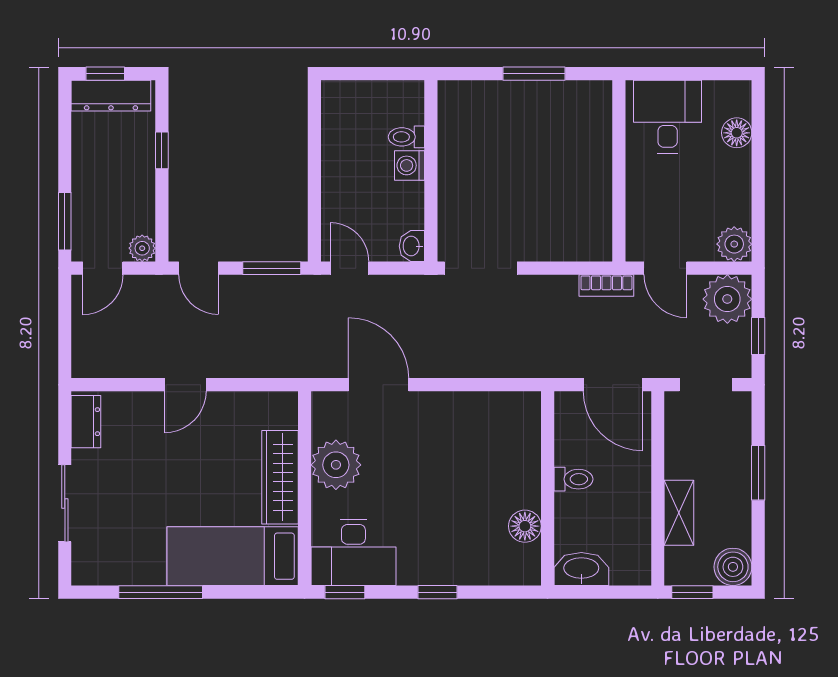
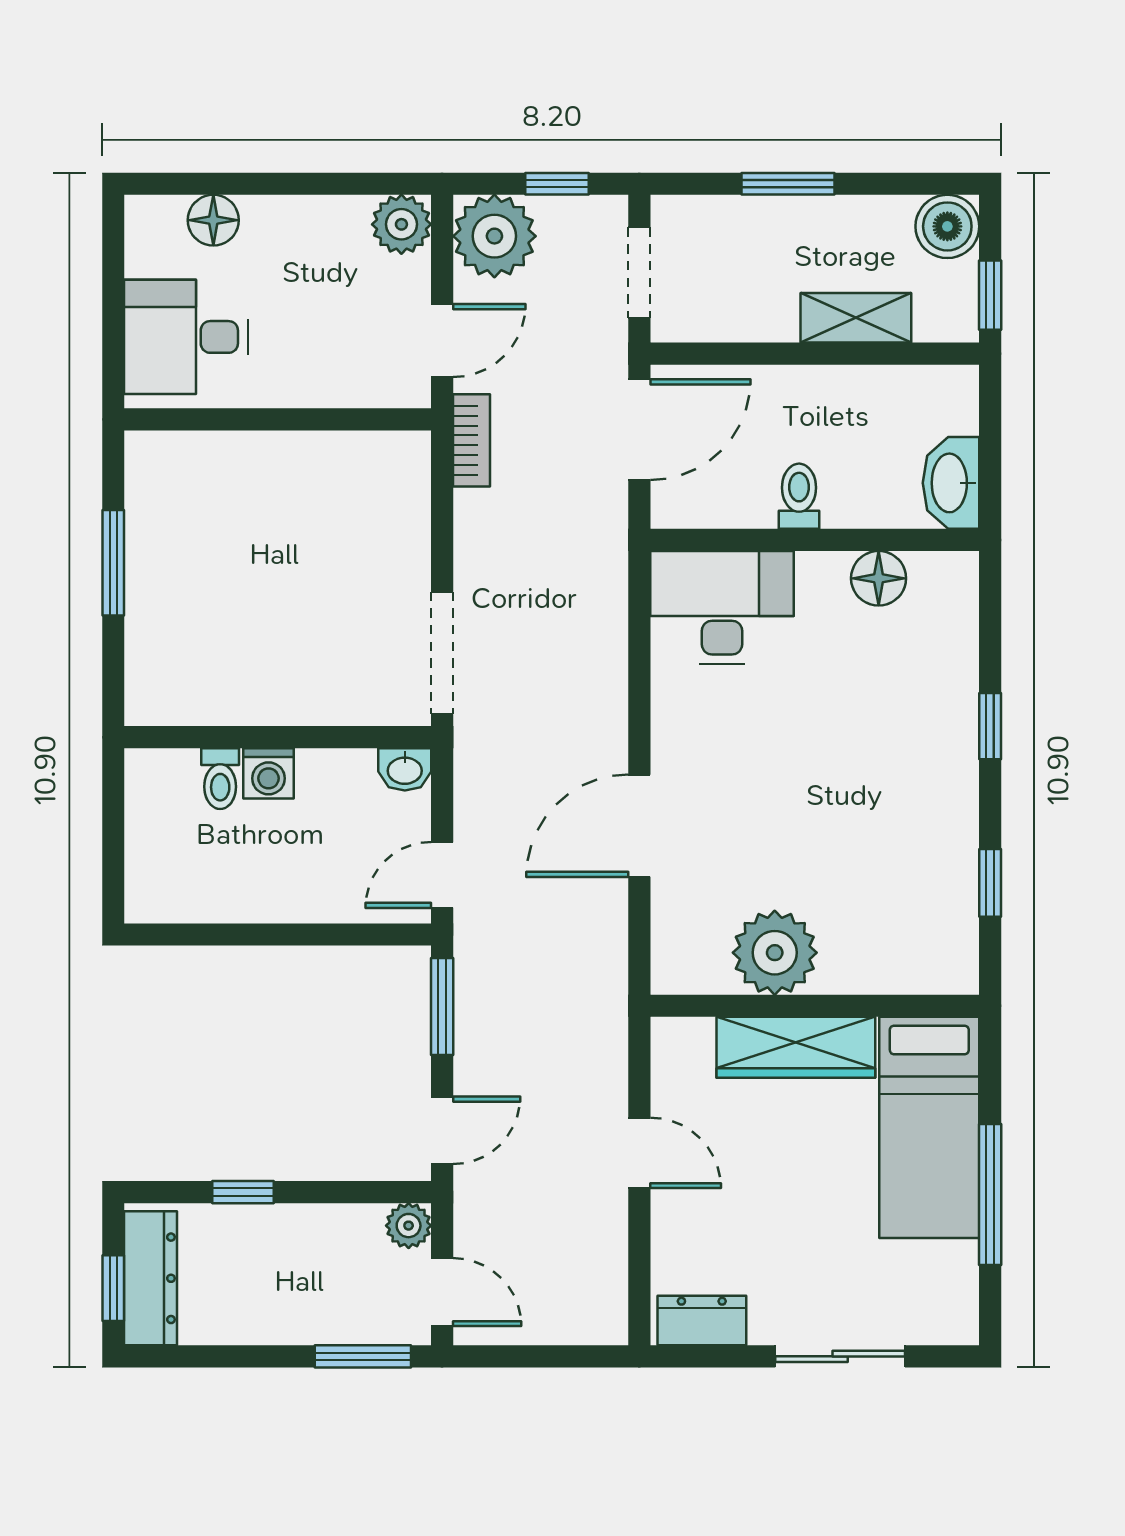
plant: (336, 465) -> (775, 953), moved
wardrobe: (280, 477) -> (796, 1047), moved
wall: (305, 488) -> (815, 1006), moved
desk: (353, 552) -> (722, 607), moved, turned -90
bed: (233, 556) -> (929, 1127), moved

